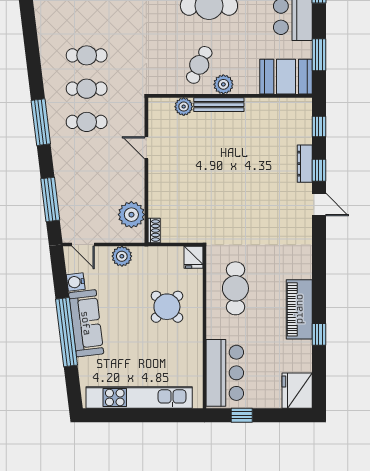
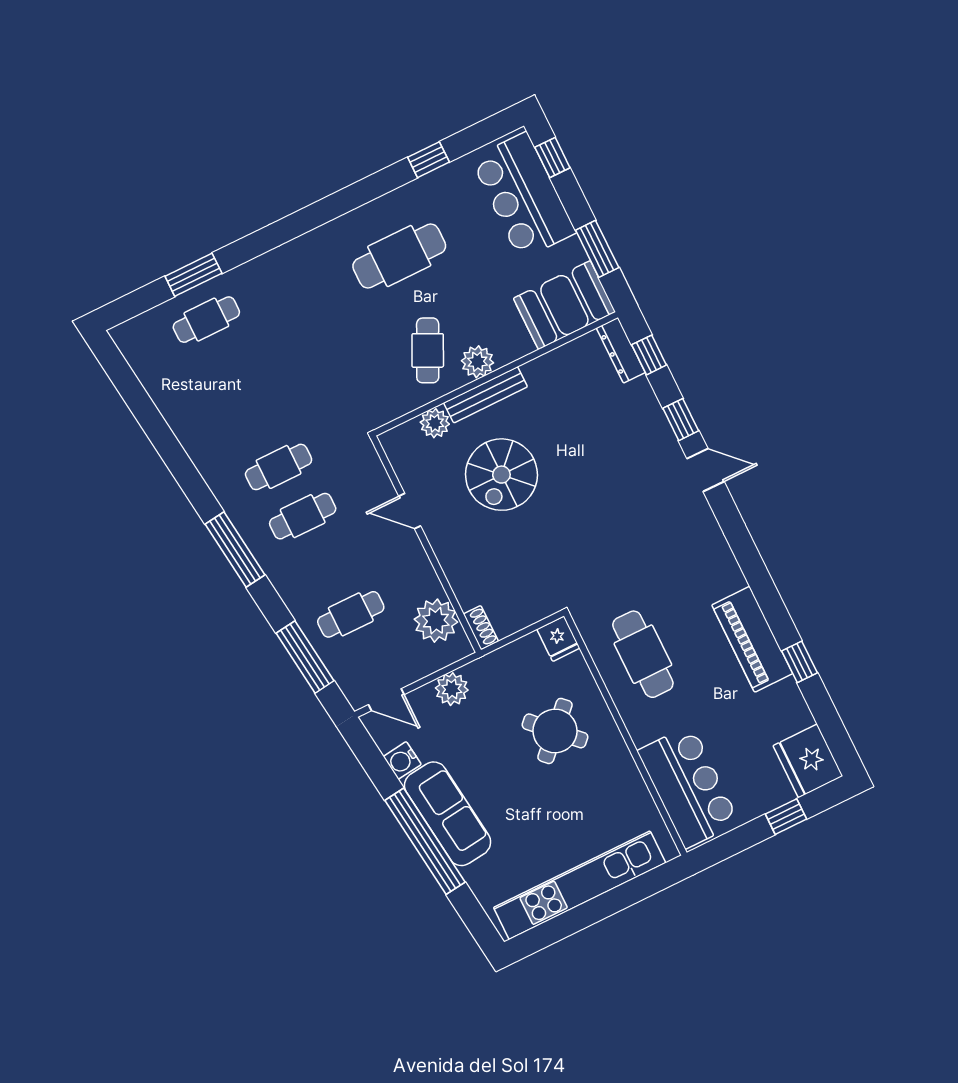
cafe table: (87, 55) -> (351, 614), moved
spiral stairs: (206, 152) -> (501, 475), added
dresser: (305, 164) -> (621, 350), moved
window: (242, 415) -> (786, 817), moved

